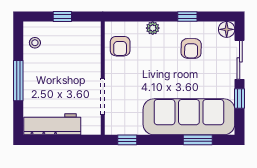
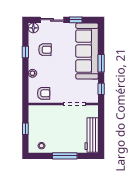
window: (198, 140) -> (101, 63), moved

